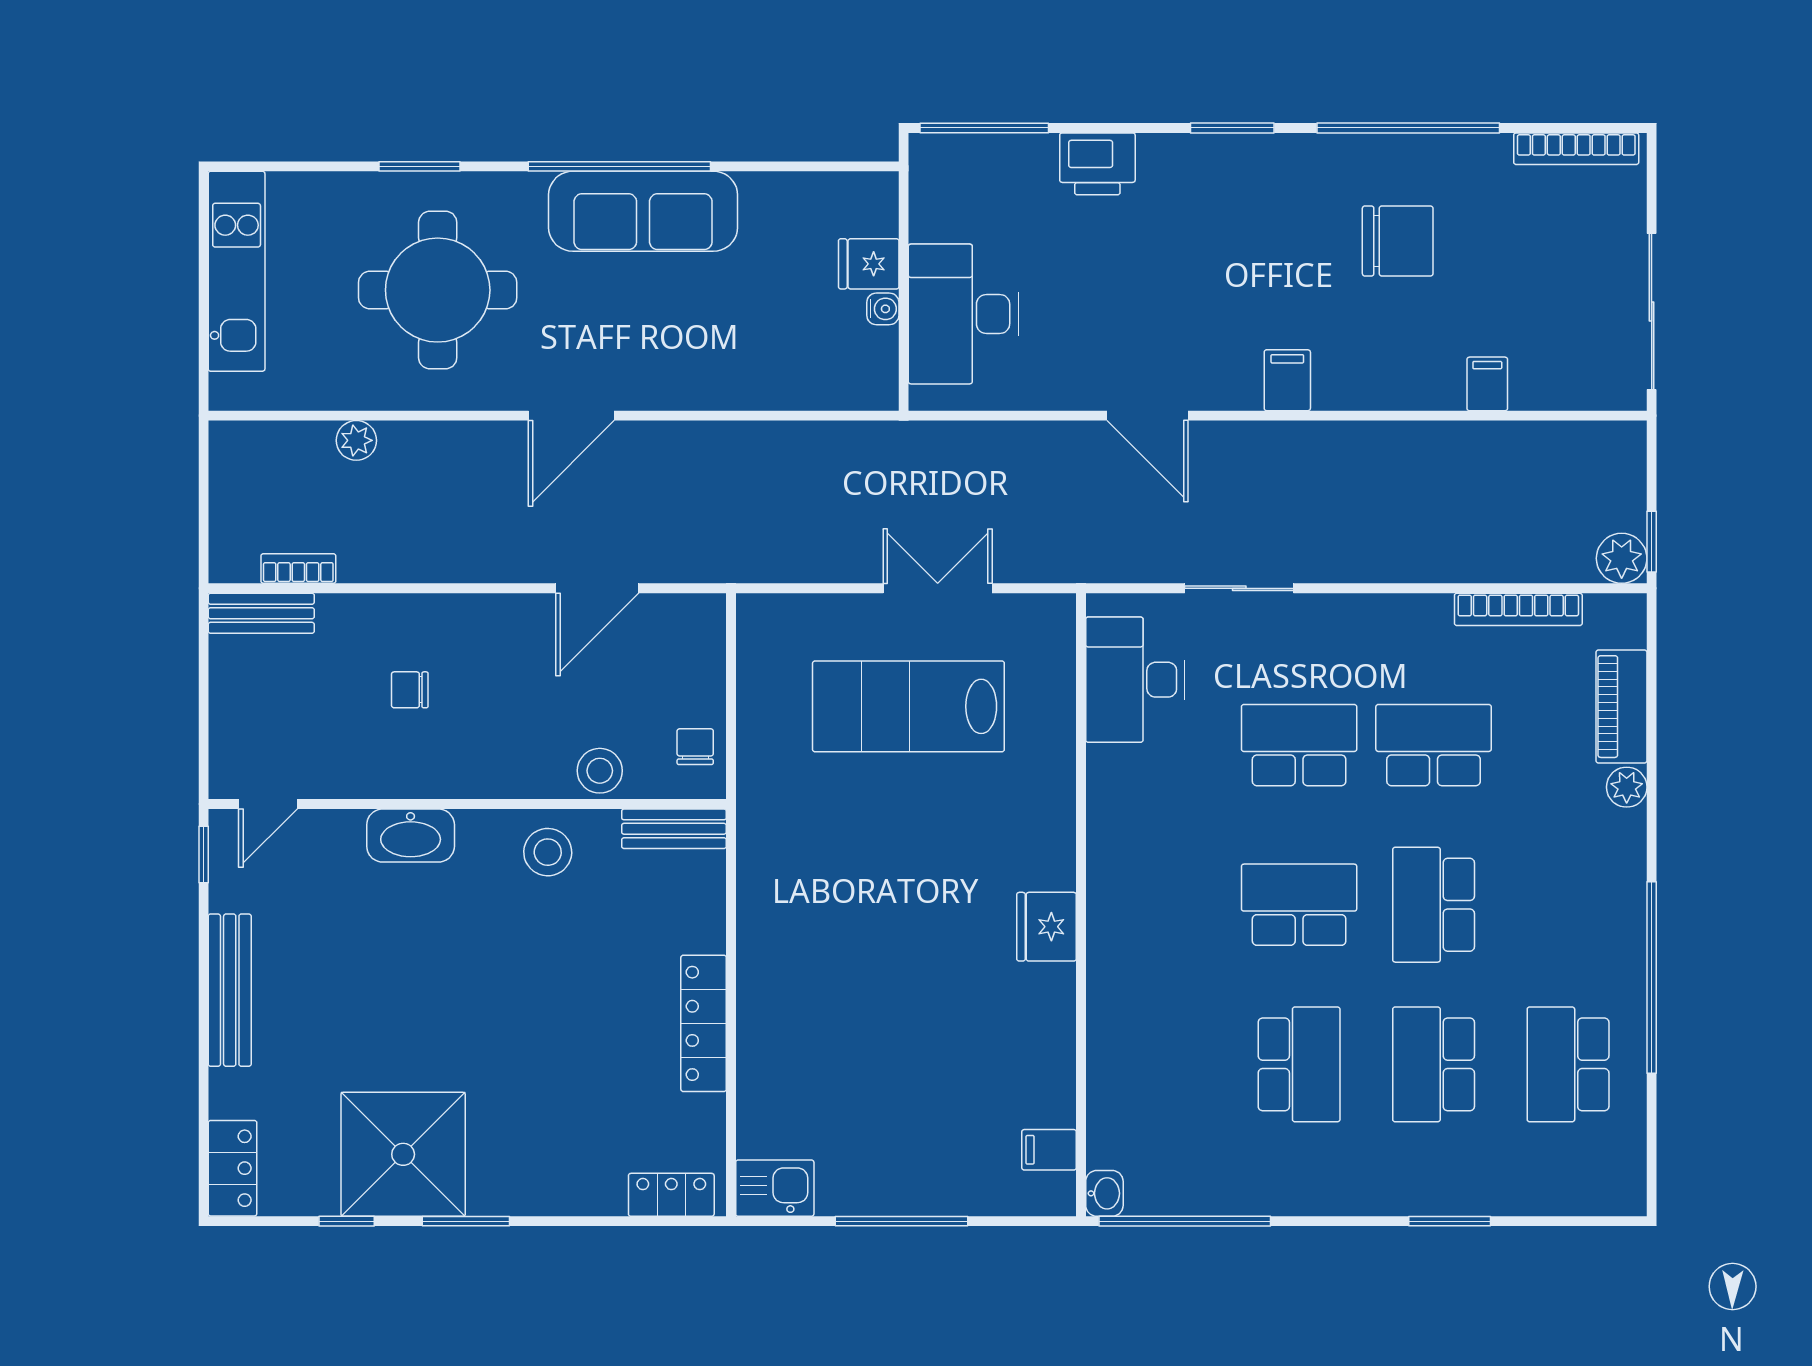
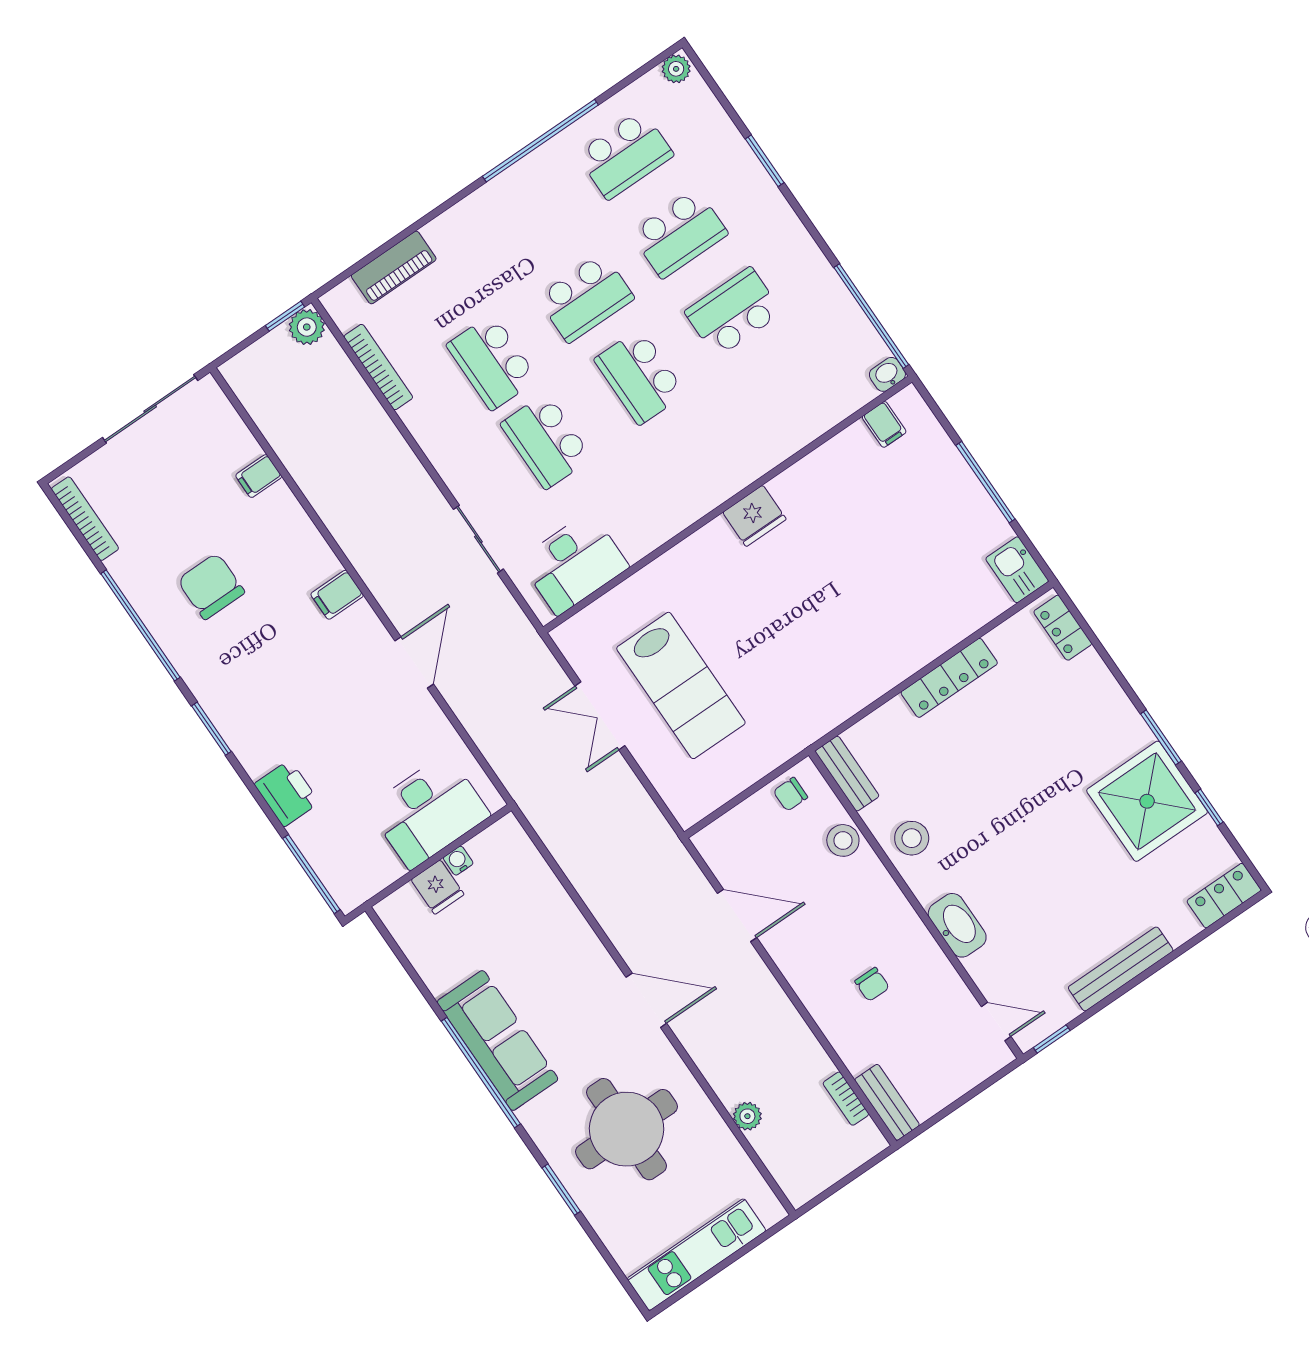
plant: (1627, 787) -> (676, 69), moved

